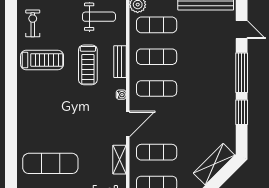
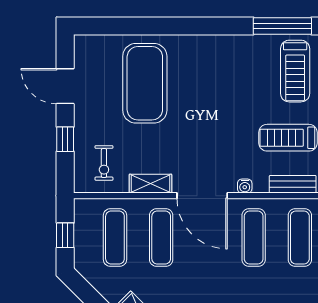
window: (11, 69) -> (282, 26), added
door: (128, 124) -> (202, 196), width x1.36
exercise mat: (50, 163) -> (145, 83), width x1.47

